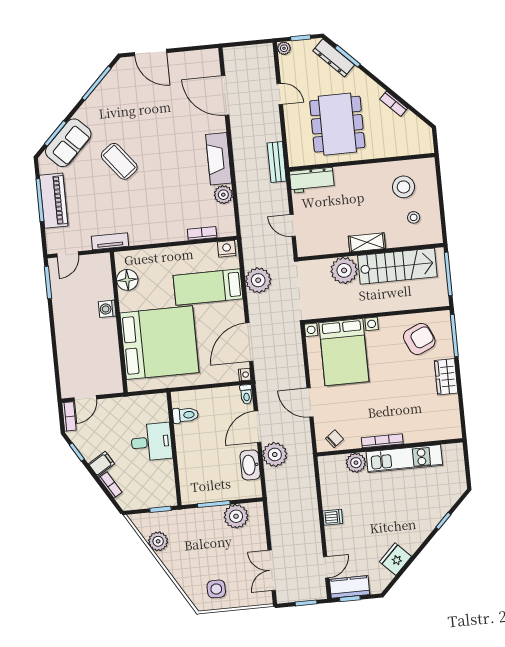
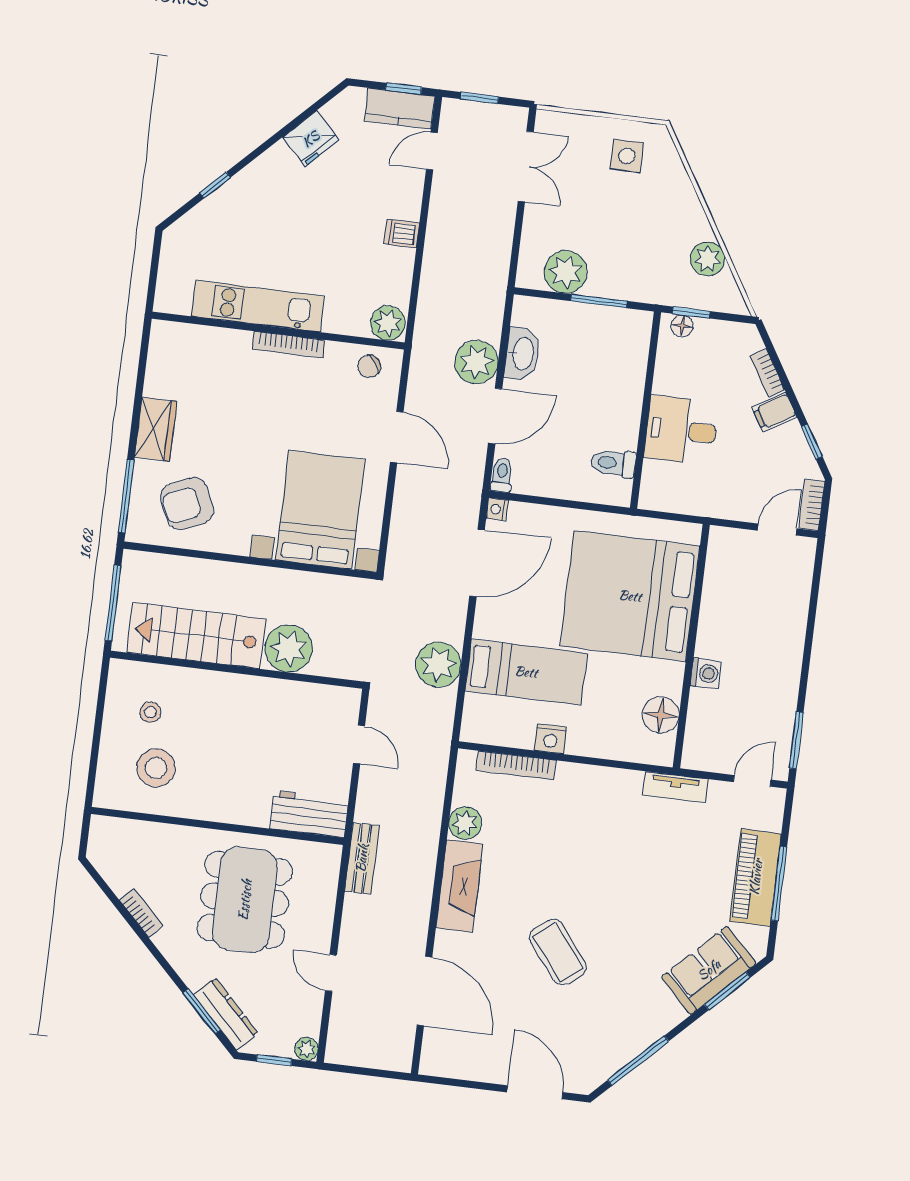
coffee table: (119, 161) -> (558, 952), moved
bookcase: (202, 233) -> (516, 765), width x1.56
shelving: (367, 242) -> (239, 688), removed
nightstand: (227, 249) -> (551, 739), moved
plant: (356, 463) -> (388, 323), moved
floor lamp: (164, 501) -> (682, 326), added

